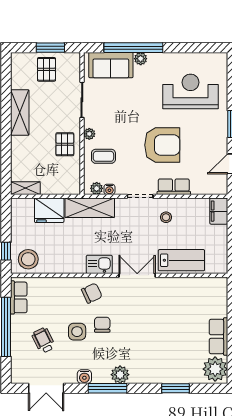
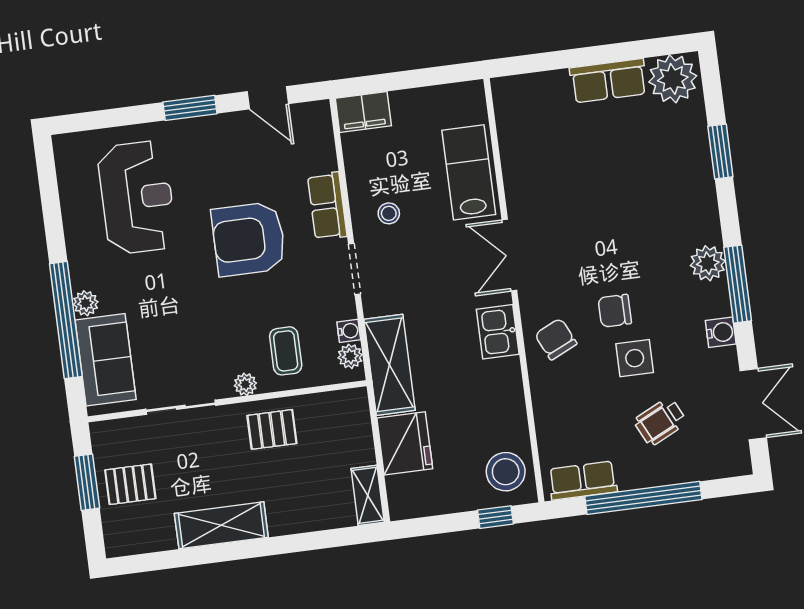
reception desk: (190, 91) -> (137, 197), turned 180
armchair: (162, 145) -> (249, 239), turned -90

